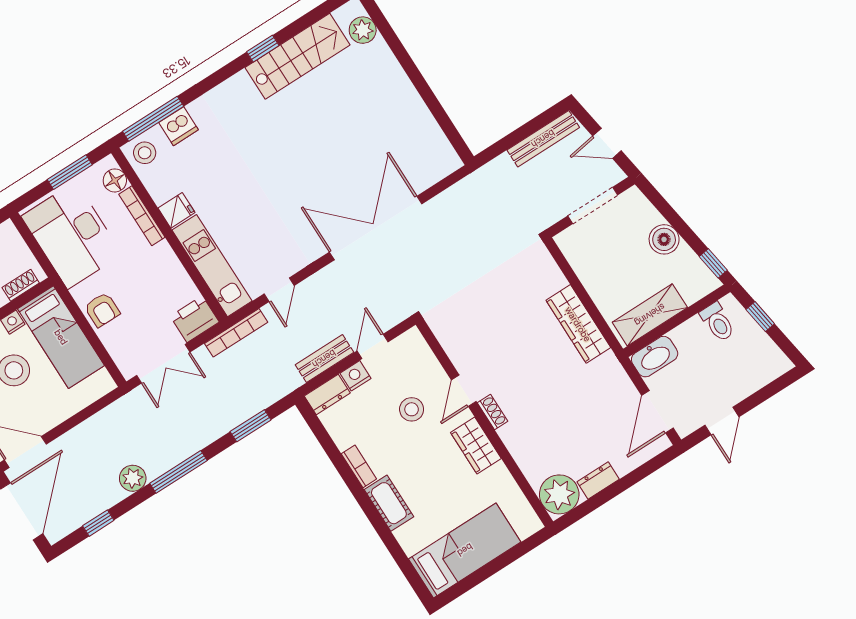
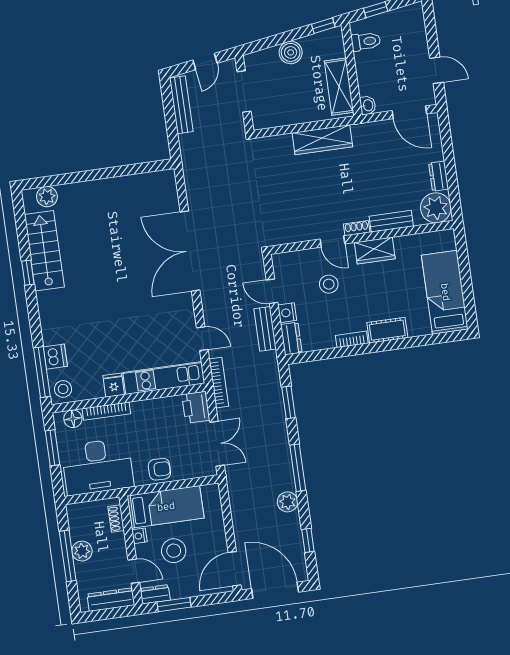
washbasin: (655, 357) -> (368, 105), width x0.52, depth x0.69
bench: (519, 449) -> (391, 221), added

